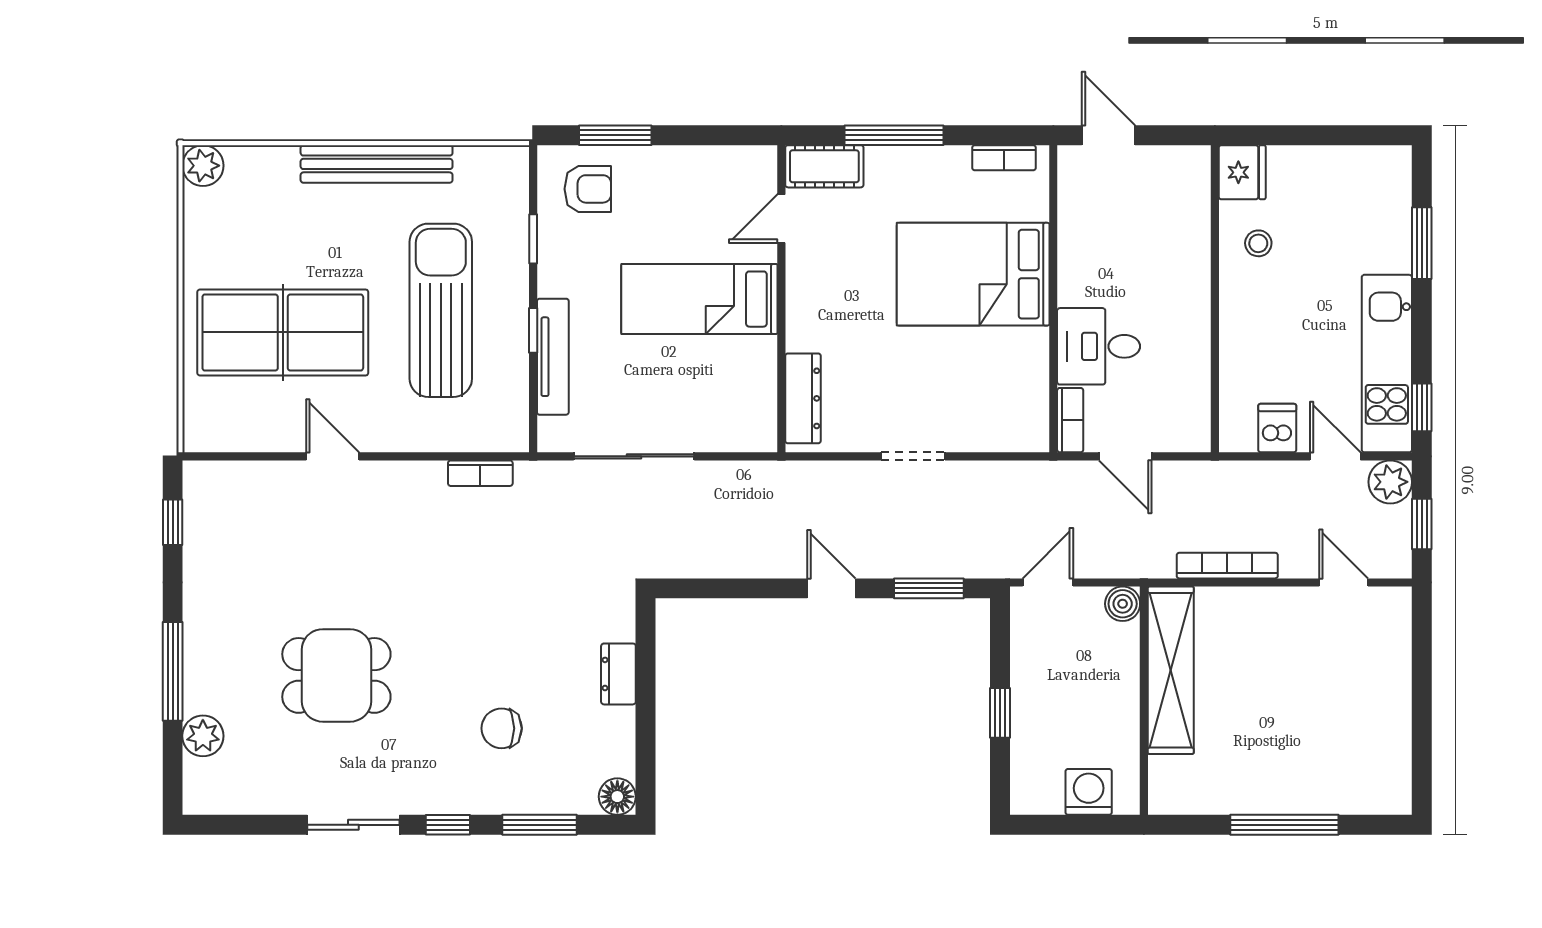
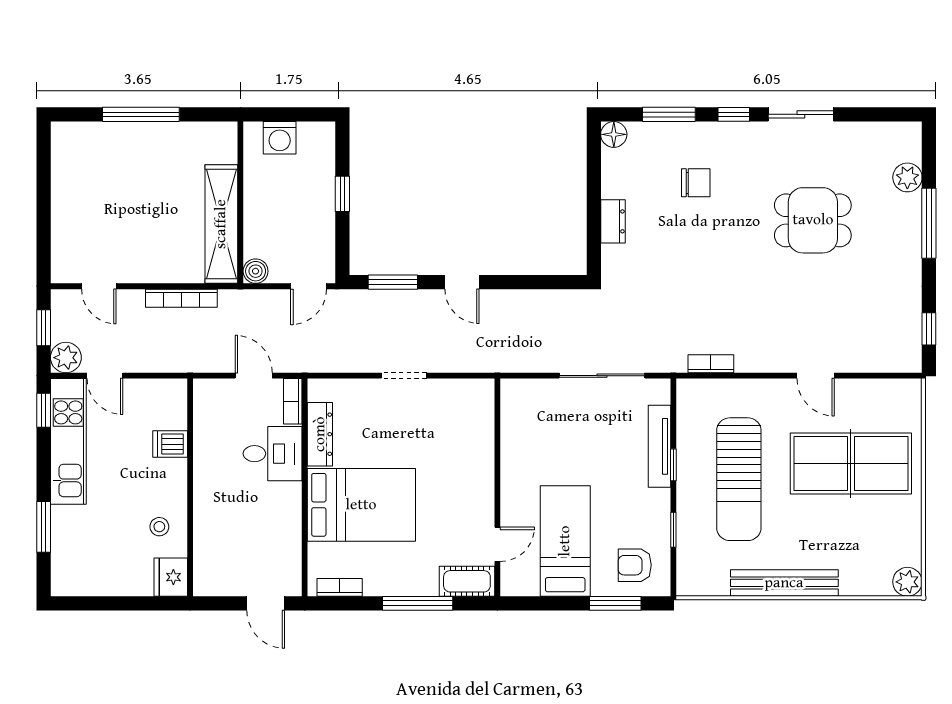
bed: (699, 299) -> (565, 541), moved, turned -90
dresser: (803, 398) -> (320, 434), moved, turned 180
dishwasher: (1277, 428) -> (170, 444), moved, turned 90

